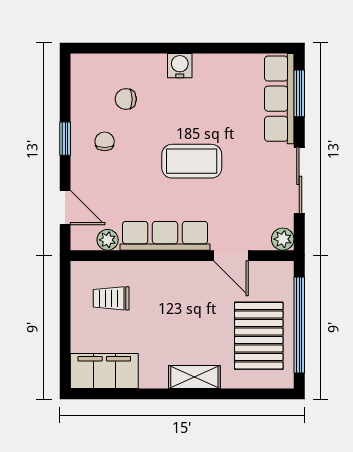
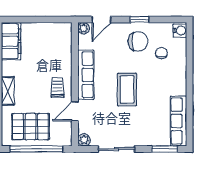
water cooler: (180, 66) -> (180, 31), moved
row of seats: (279, 99) -> (179, 121), moved, turned -90
chair: (105, 141) -> (138, 41), width x1.87, depth x1.87
plant: (108, 240) -> (84, 28), moved
trolley: (111, 298) -> (58, 88), moved

